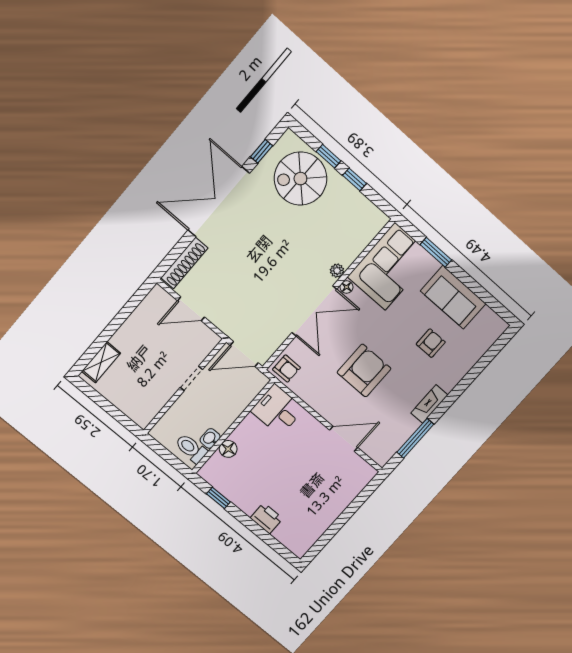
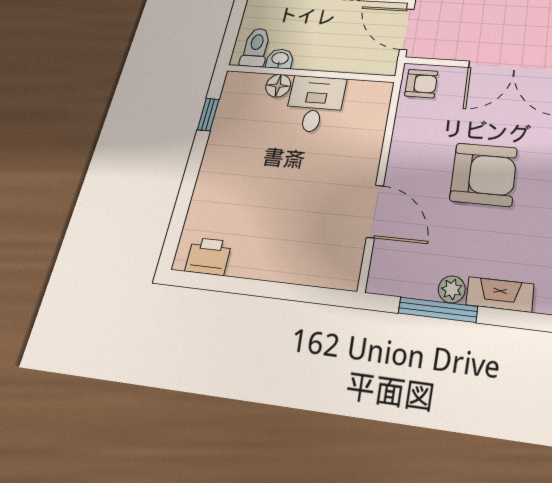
armchair: (286, 369) -> (421, 84), turned -90
desk: (277, 410) -> (315, 104), moved
plant: (411, 425) -> (452, 289), added
printer: (266, 518) -> (208, 256), moved, turned -90

